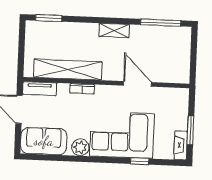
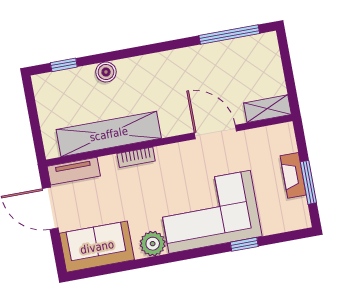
window: (49, 18) -> (64, 65), width x0.67
boiler: (75, 29) -> (106, 72), added
shelving: (114, 31) -> (267, 109), moved
fireplace: (181, 145) -> (293, 175), moved

